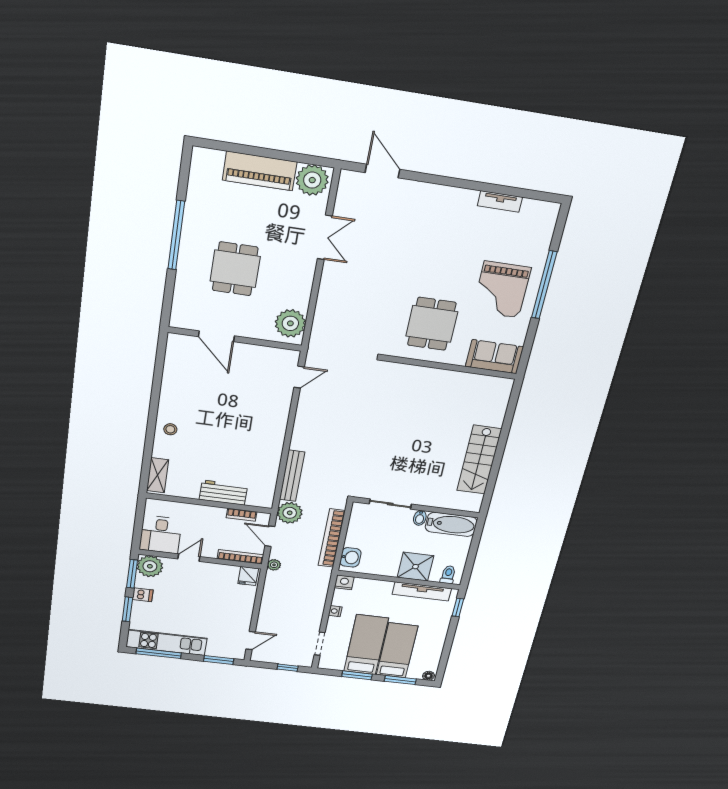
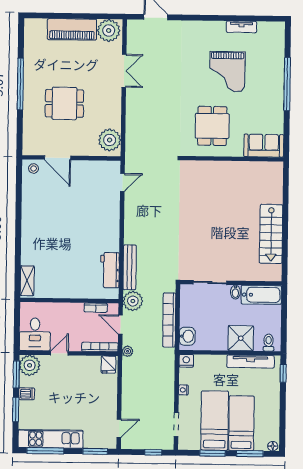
dining table: (235, 269) -> (64, 103), turned 90
grand piano: (502, 290) -> (227, 72), moved
stool: (170, 429) -> (33, 168), moved
workbench: (223, 493) -> (110, 270), moved, turned -90

